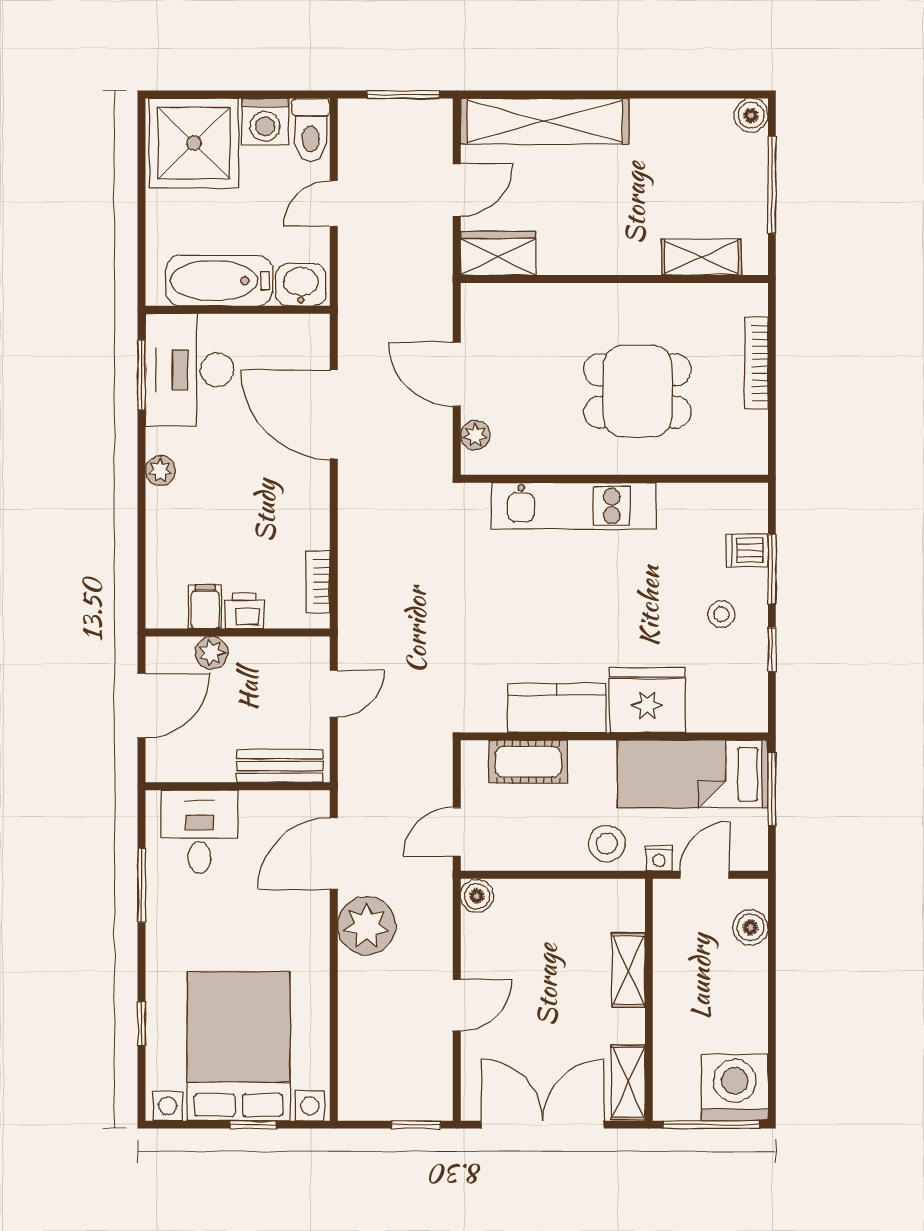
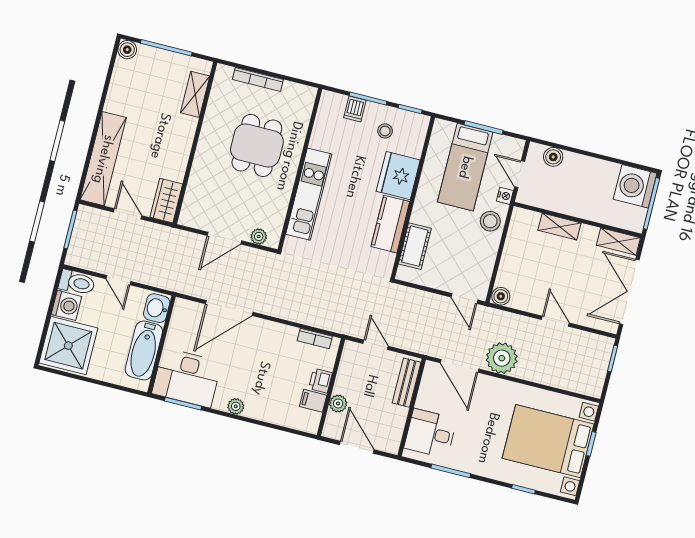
fridge: (647, 700) -> (398, 176), moved
kitchen counter: (557, 708) -> (390, 224), moved
wall: (614, 736) -> (413, 198), moved
cot: (528, 762) -> (415, 246), moved

